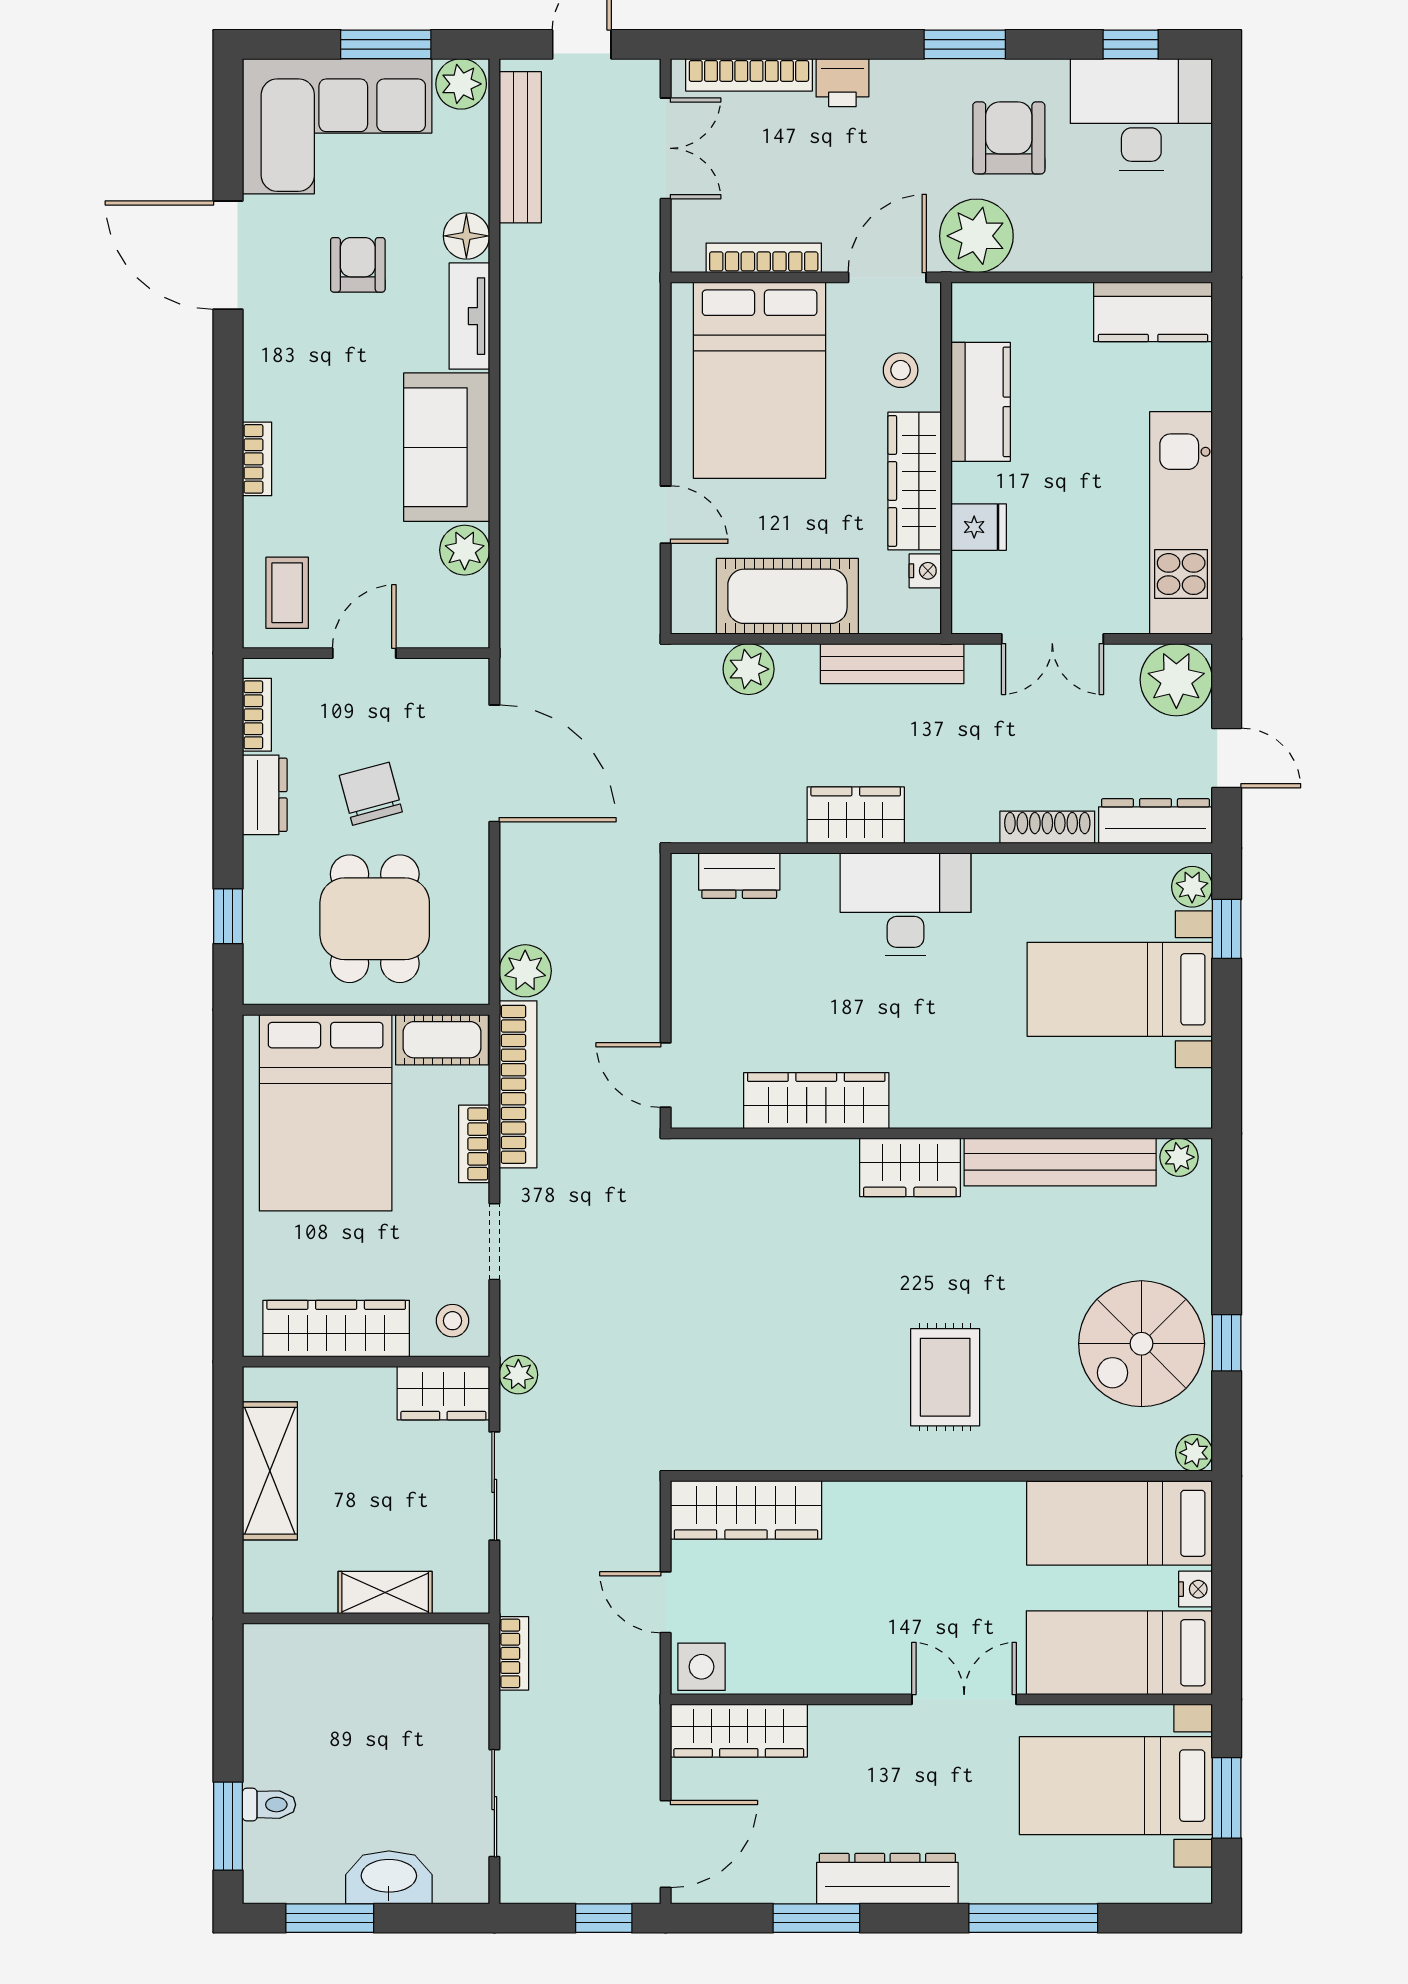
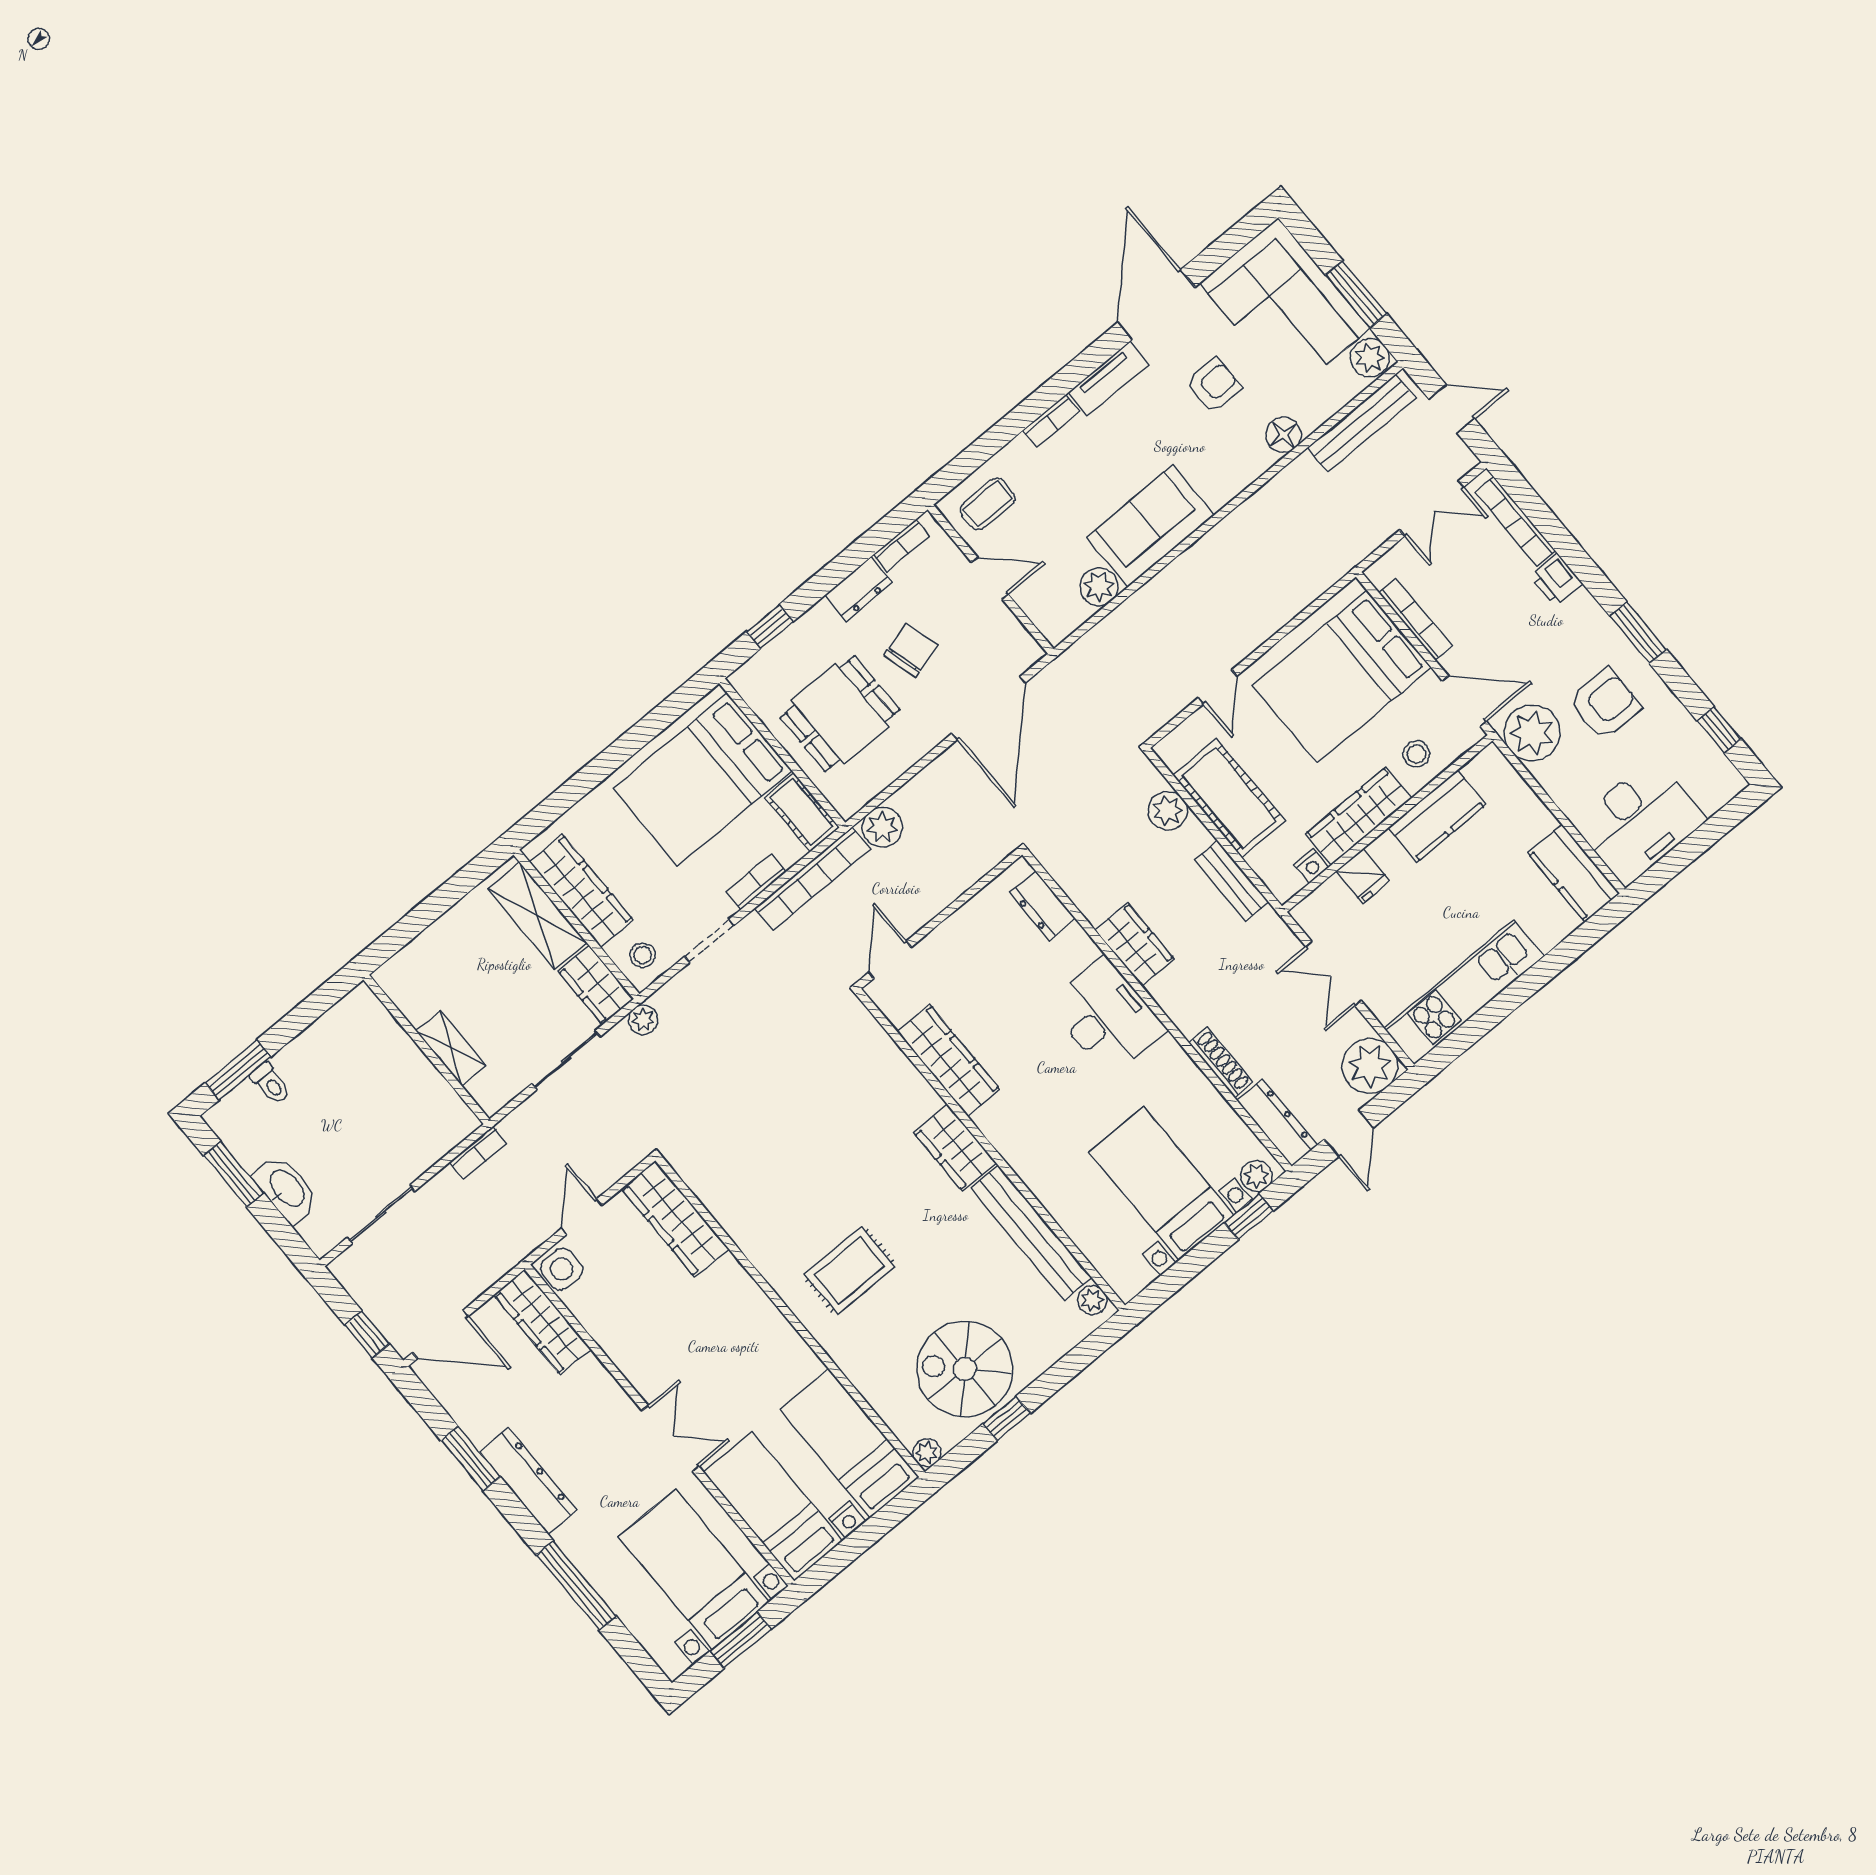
desk: (1141, 114) -> (1640, 822), moved, turned 90
tv unit: (469, 316) -> (1109, 379), moved, turned 180
bench: (892, 664) -> (1231, 881), width x0.73
shelving: (270, 1471) -> (537, 916), moved, turned 90

